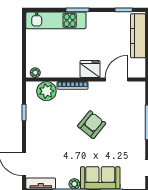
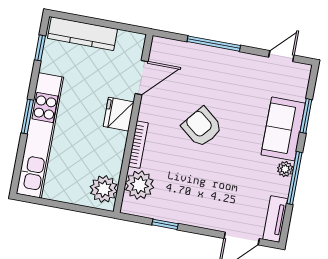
kitchen unit: (56, 20) -> (40, 135), width x1.36
plant: (35, 73) -> (104, 189), width x1.87, depth x1.87
door: (117, 80) -> (142, 78), swing flipped

